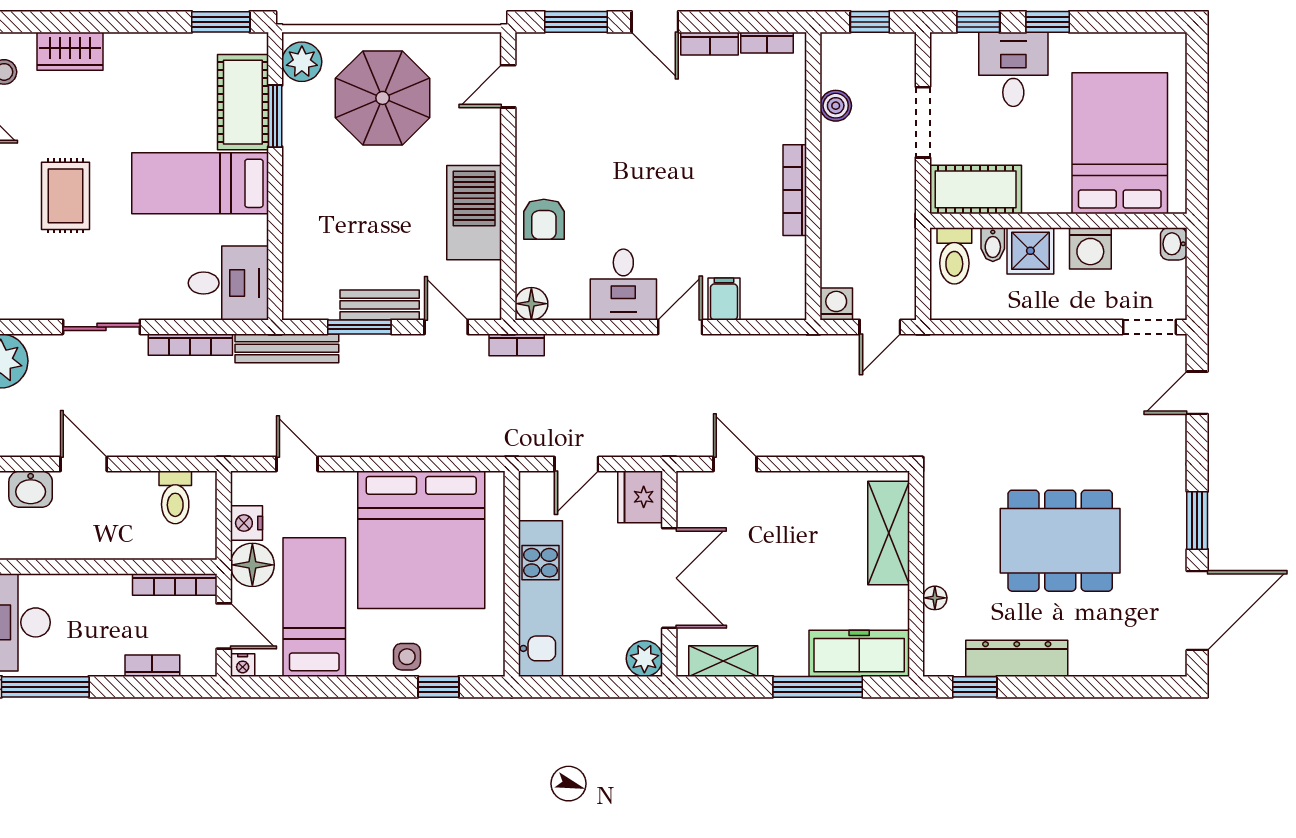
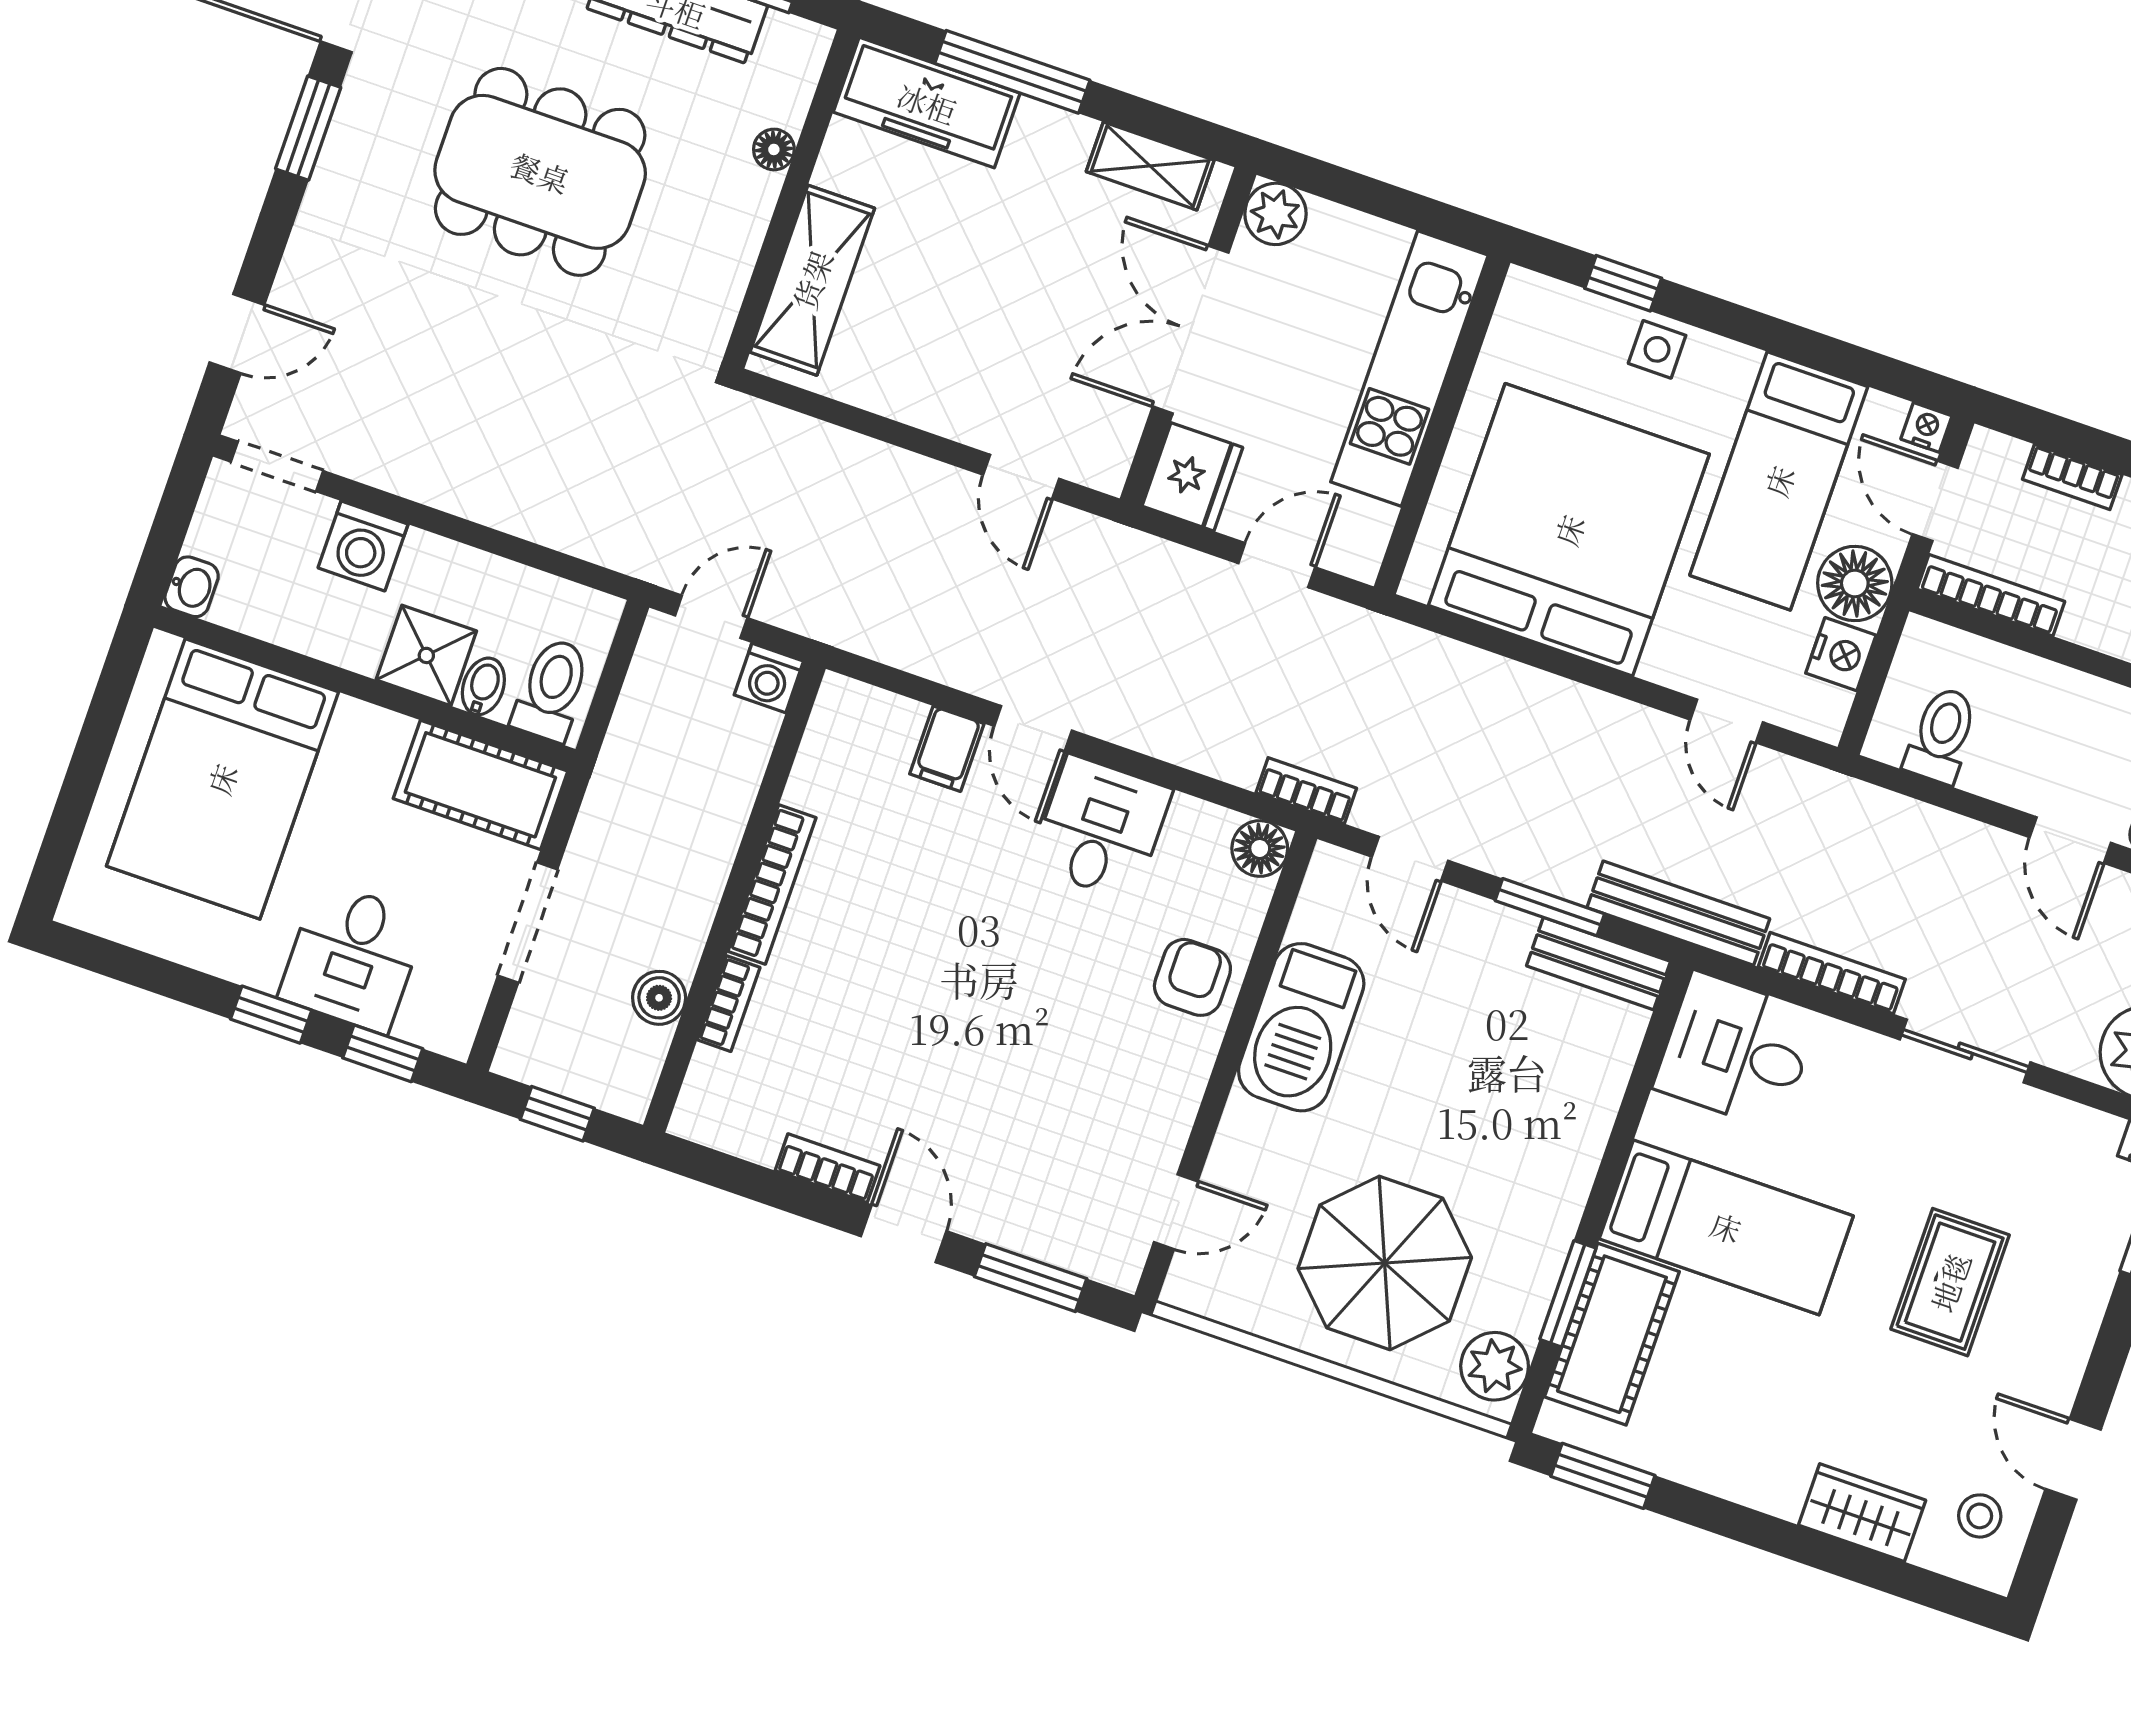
bookcase: (767, 43) -> (729, 1004), moved, turned 90
washing machine: (1090, 248) -> (363, 546), moved, turned 180
bench: (380, 305) -> (1598, 964), moved
door: (680, 327) -> (1033, 728), hinge flipped

